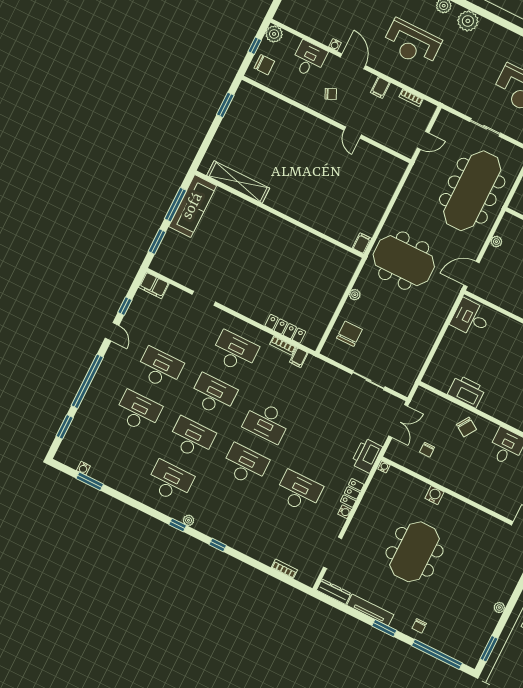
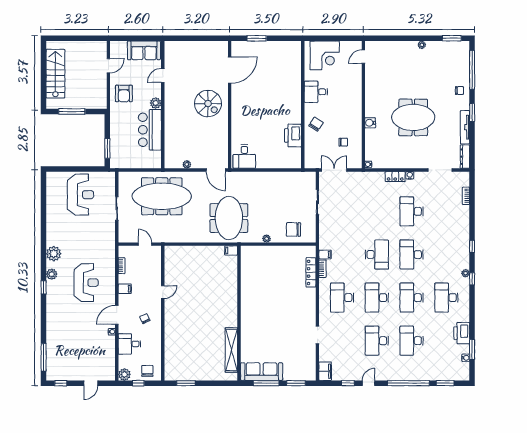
printer: (367, 455) -> (462, 333), moved, turned 90

